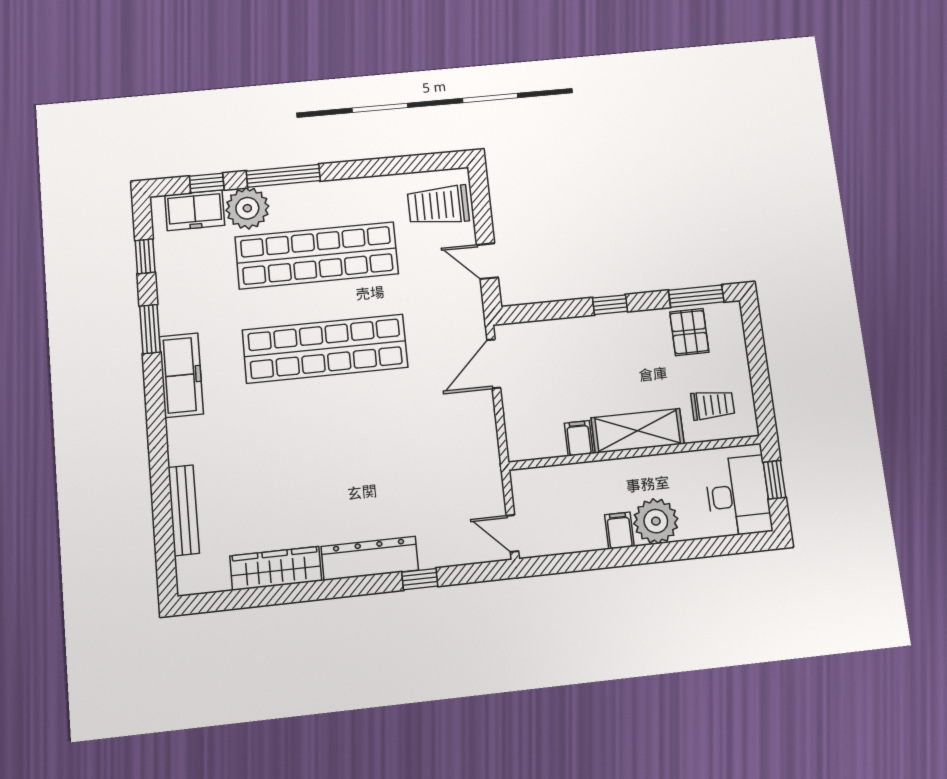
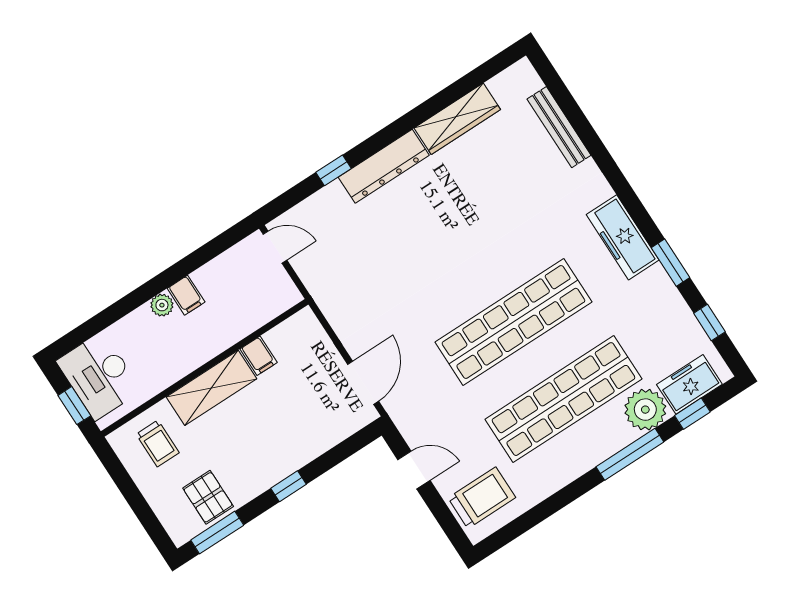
trolley: (713, 405) -> (158, 443), turned -90
plant: (656, 521) -> (162, 305), width x0.53, depth x0.53

